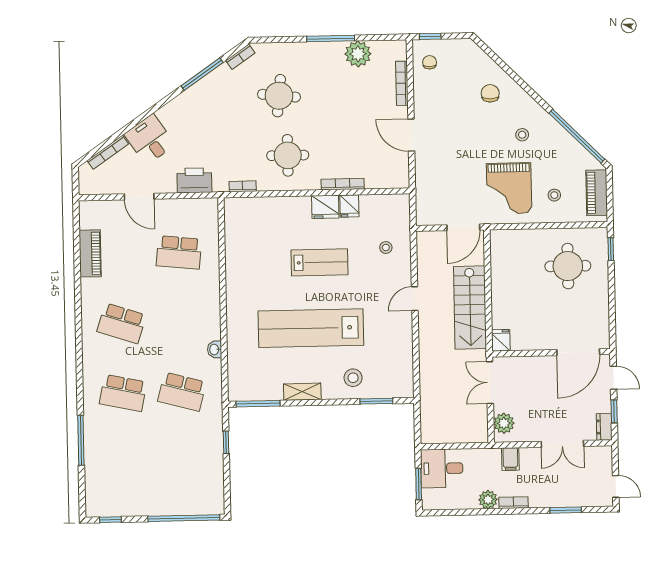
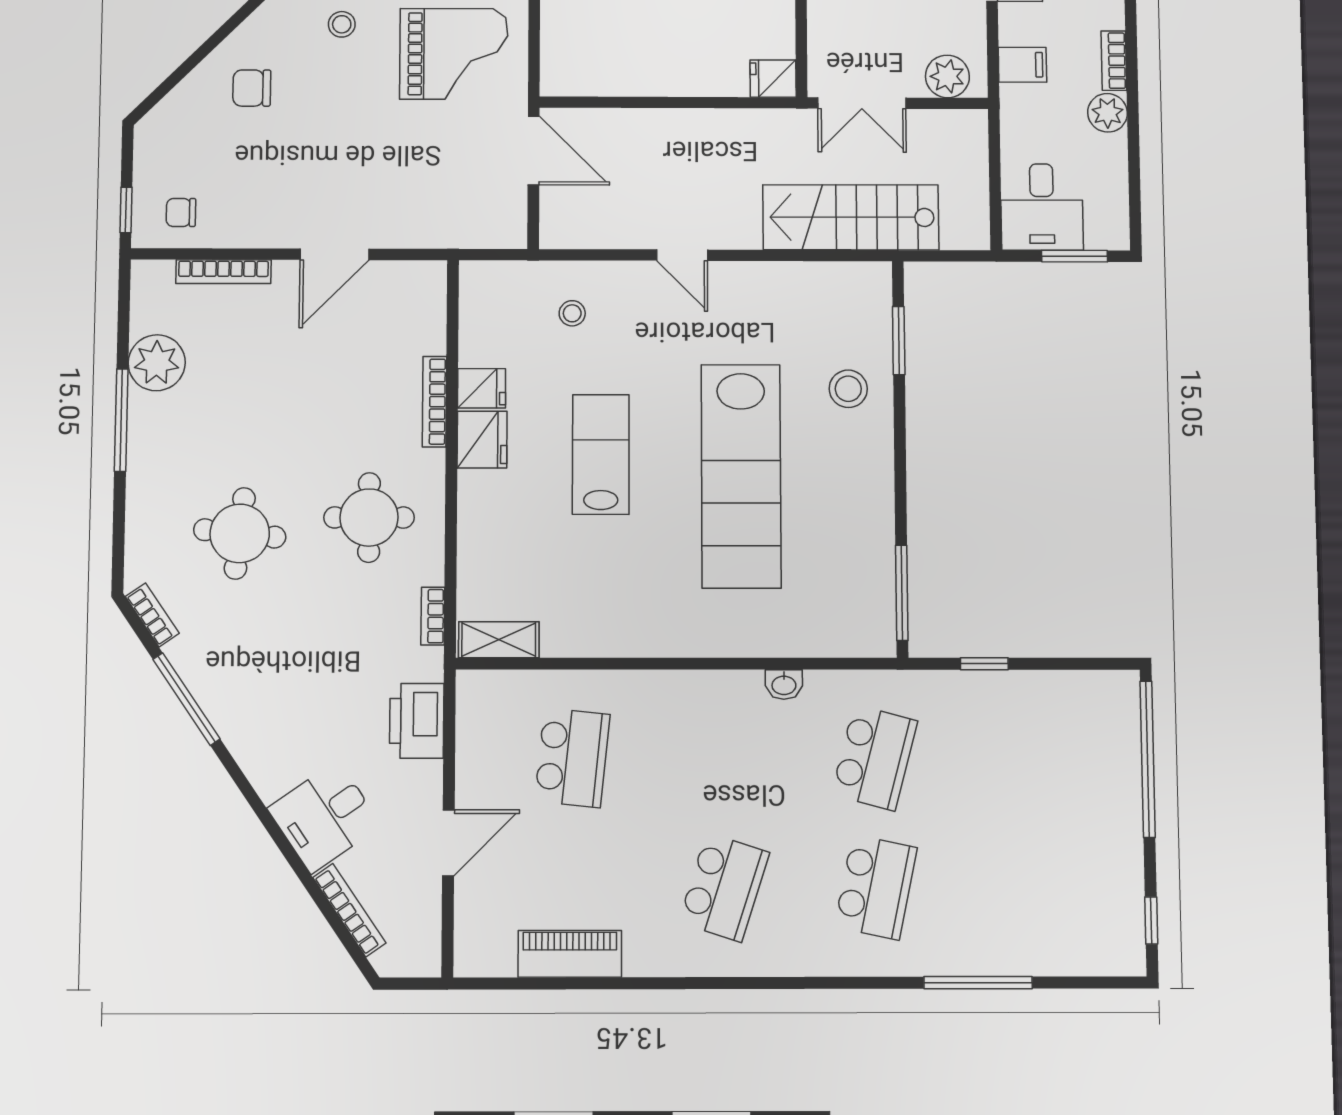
stairs: (470, 308) -> (851, 217), moved, turned 180
shelving: (302, 392) -> (499, 640), moved, turned 90

